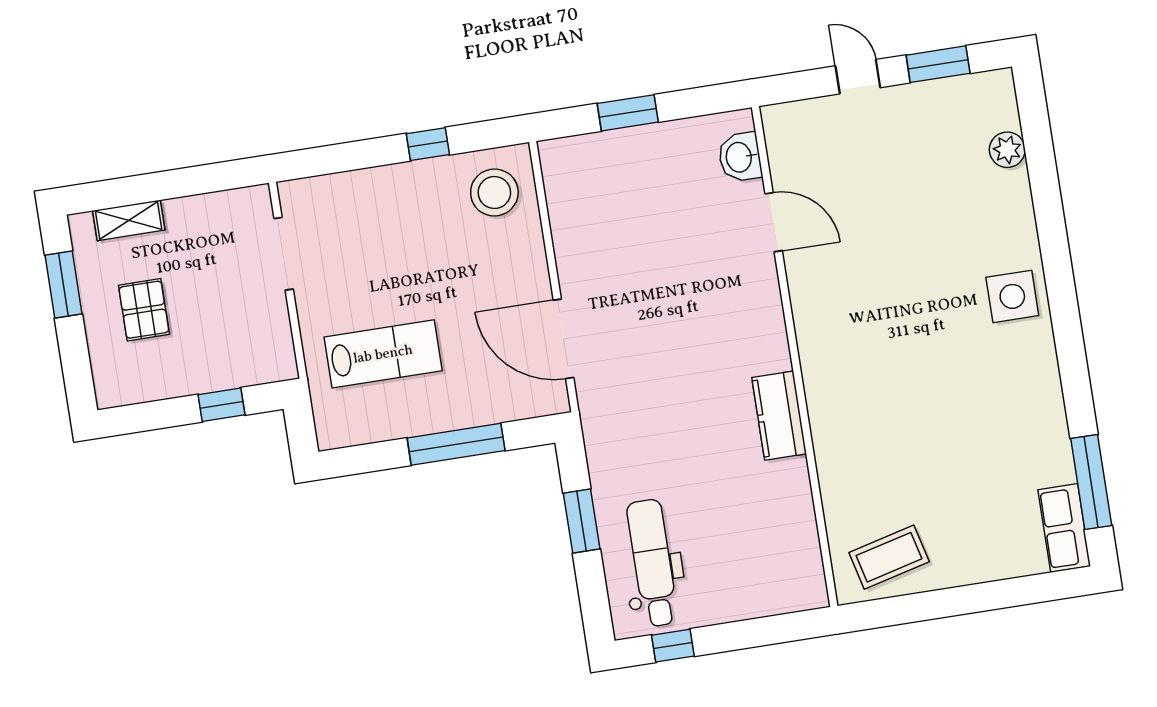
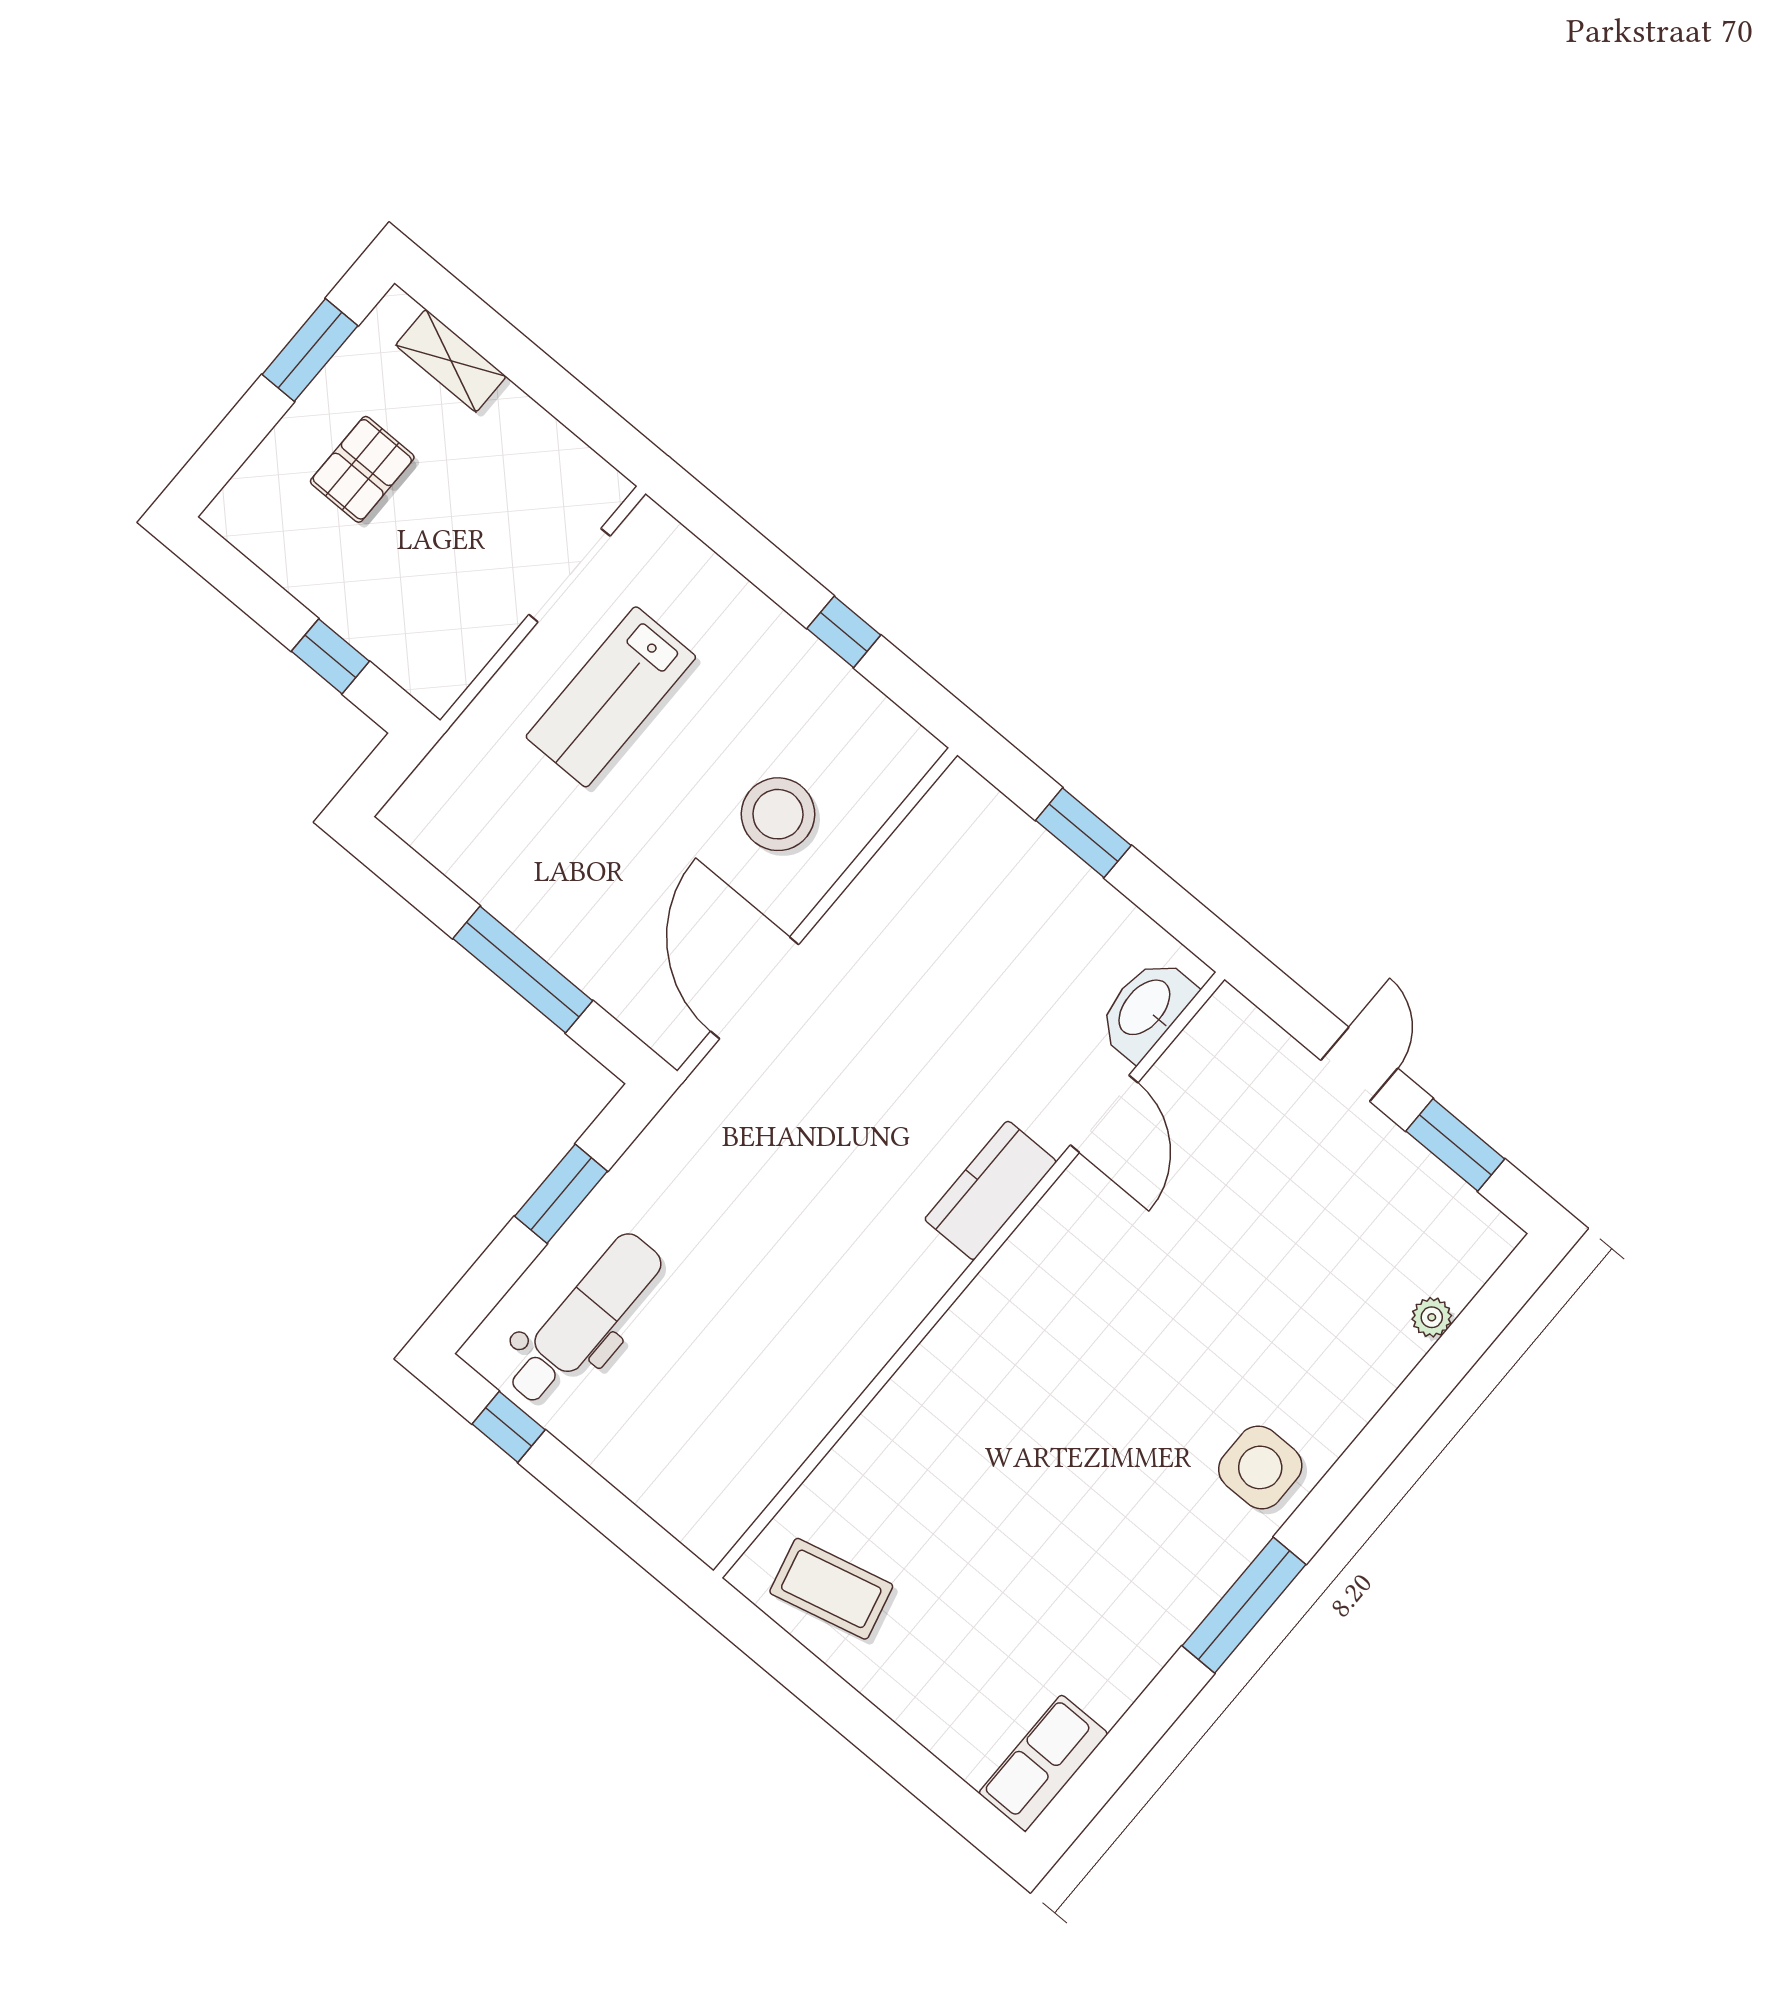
plant: (1007, 150) -> (1432, 1317), width x0.73, depth x0.73
washbasin: (740, 157) -> (1146, 1009), width x1.38
stool: (494, 192) -> (778, 814), moved
lab bench: (383, 354) -> (611, 697), moved, turned 90
kitchen counter: (779, 416) -> (991, 1190), moved
window: (1091, 482) -> (1244, 1605), moved

